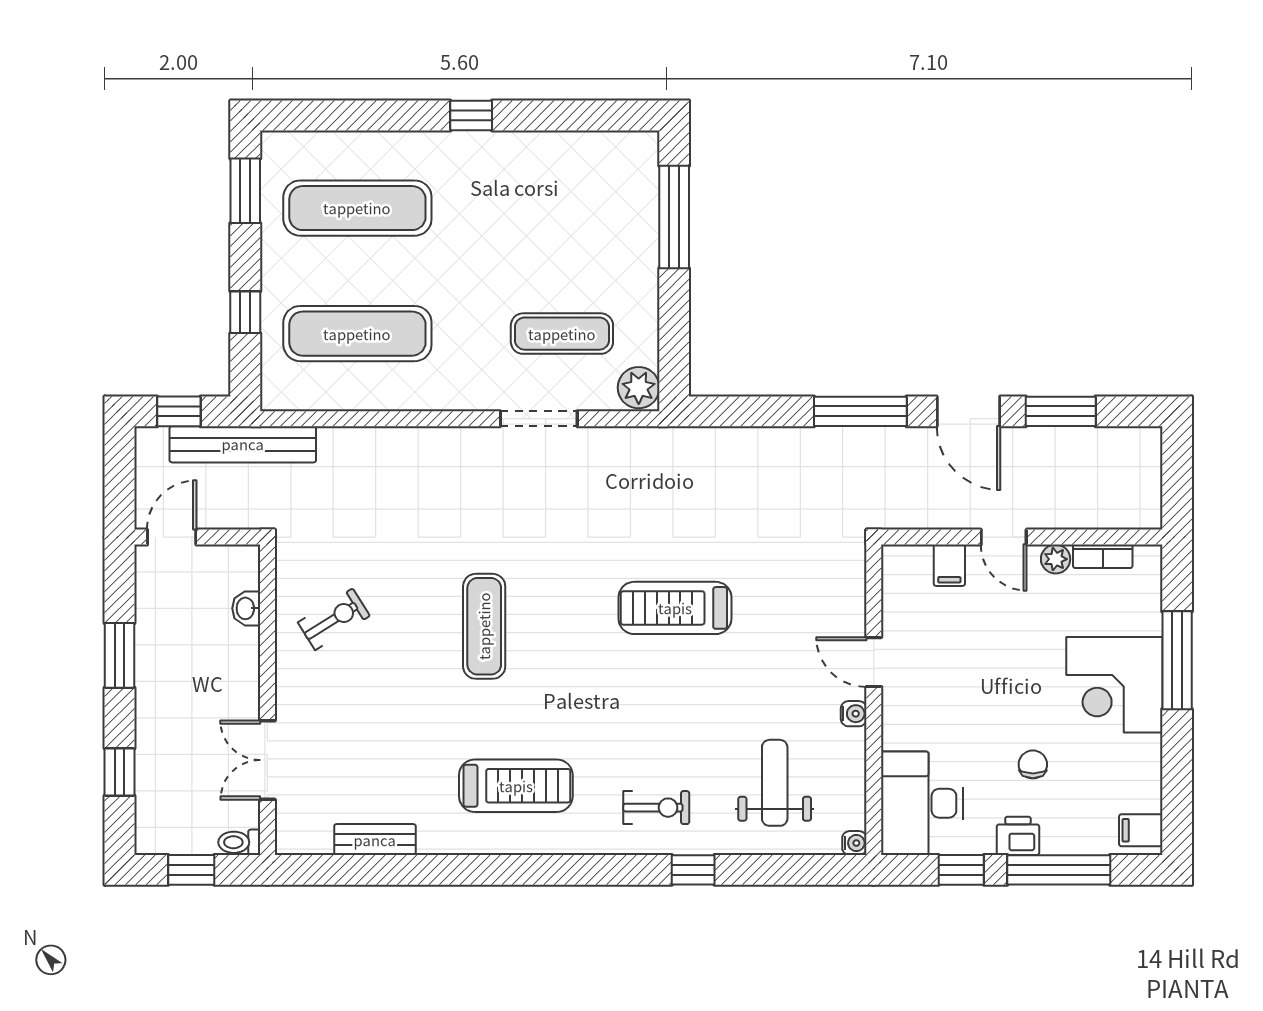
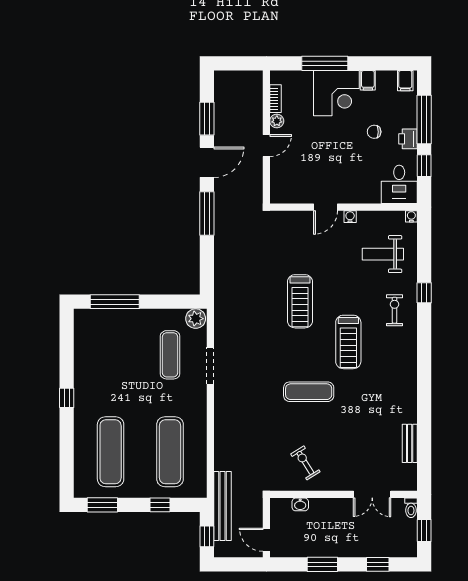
filing cabinet: (949, 565) -> (368, 80), moved, turned 90
treadmill: (516, 786) -> (348, 342), moved, turned 180
desk: (922, 803) -> (399, 184), width x0.73

